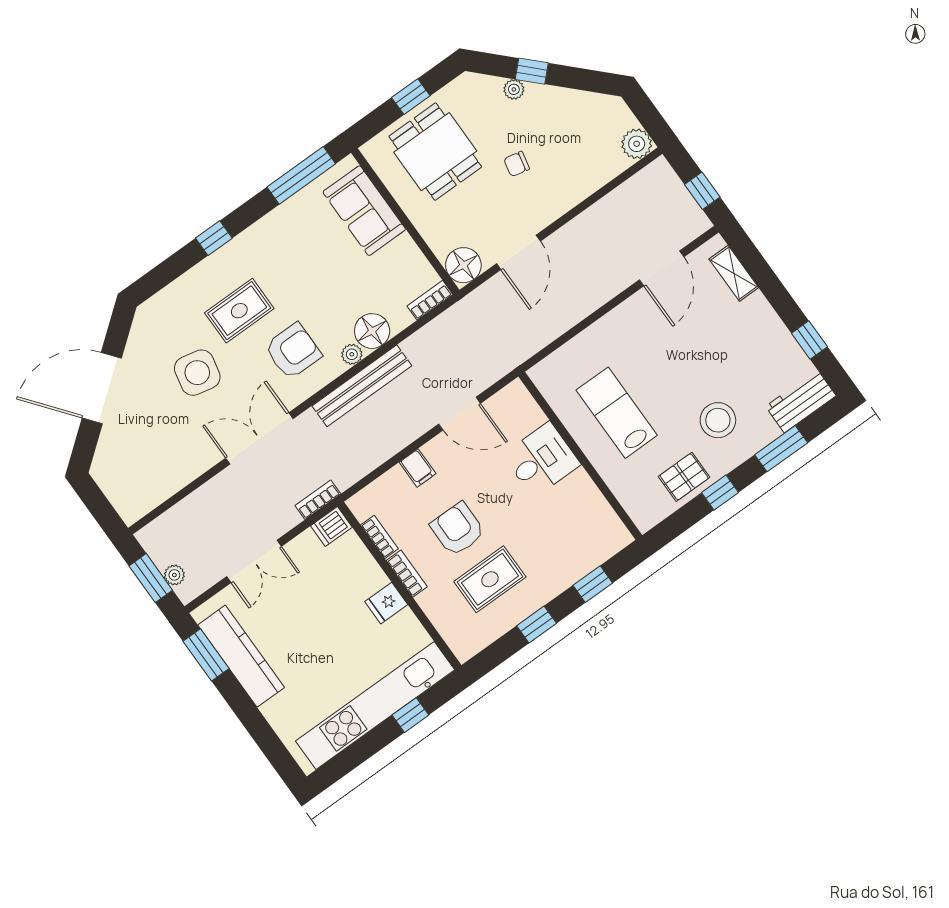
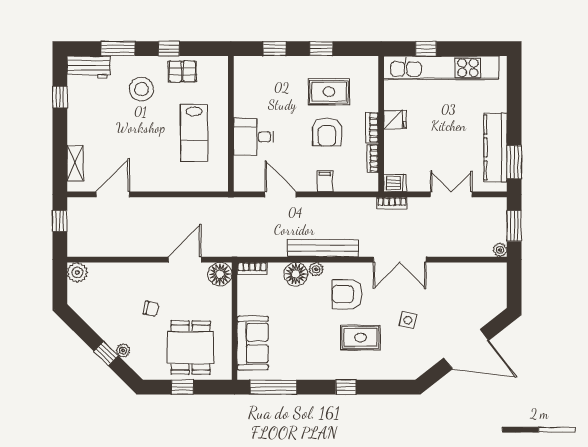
side table: (197, 373) -> (408, 320), width x0.54, depth x0.54
plant: (174, 575) -> (500, 250), moved

